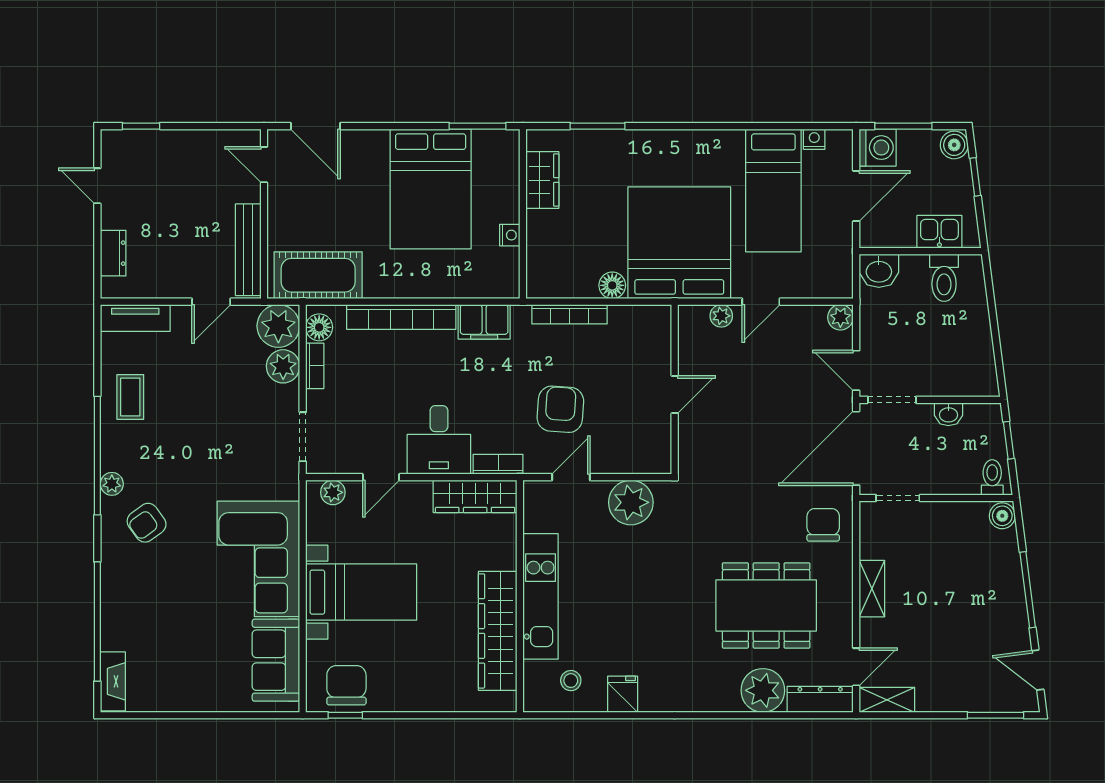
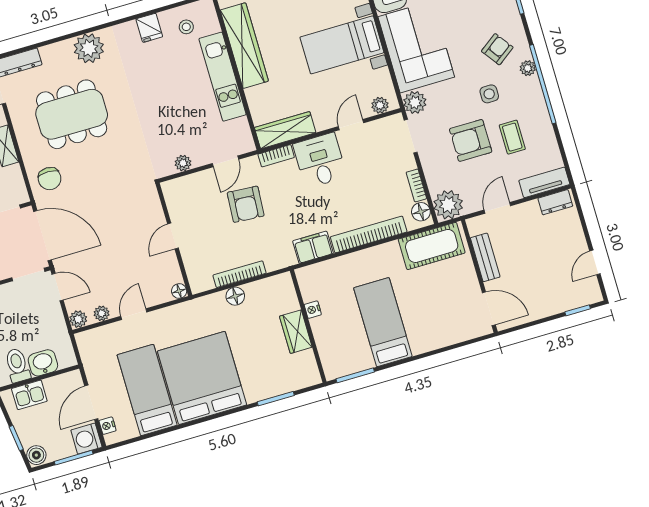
door: (316, 126) -> (462, 344), removed
nightstand: (814, 139) -> (108, 426), moved, turned 90
door: (264, 165) -> (489, 309), width x1.38
wardrobe: (542, 180) -> (296, 332), moved
door: (97, 186) -> (595, 262), swing flipped
bed: (431, 189) -> (383, 322), width x0.67
bed: (679, 243) -> (202, 378), moved, turned 180
bench: (248, 250) -> (485, 257), width x0.73
dresser: (113, 253) -> (555, 202), moved, turned -90
washbasin: (879, 271) -> (43, 363), moved
bookcase: (569, 314) -> (239, 274), moved
floor lamp: (688, 315) -> (179, 291), added
plant: (721, 316) -> (102, 313), moved
plant: (283, 366) -> (415, 102), moved
coffee table: (130, 397) -> (512, 137), moved
armchair: (221, 406) -> (471, 140), added
door: (856, 448) -> (43, 236), hinge flipped
side table: (176, 464) -> (489, 94), added
plant: (631, 502) -> (183, 163), width x0.53, depth x0.53
plant: (763, 690) -> (89, 48), moved

